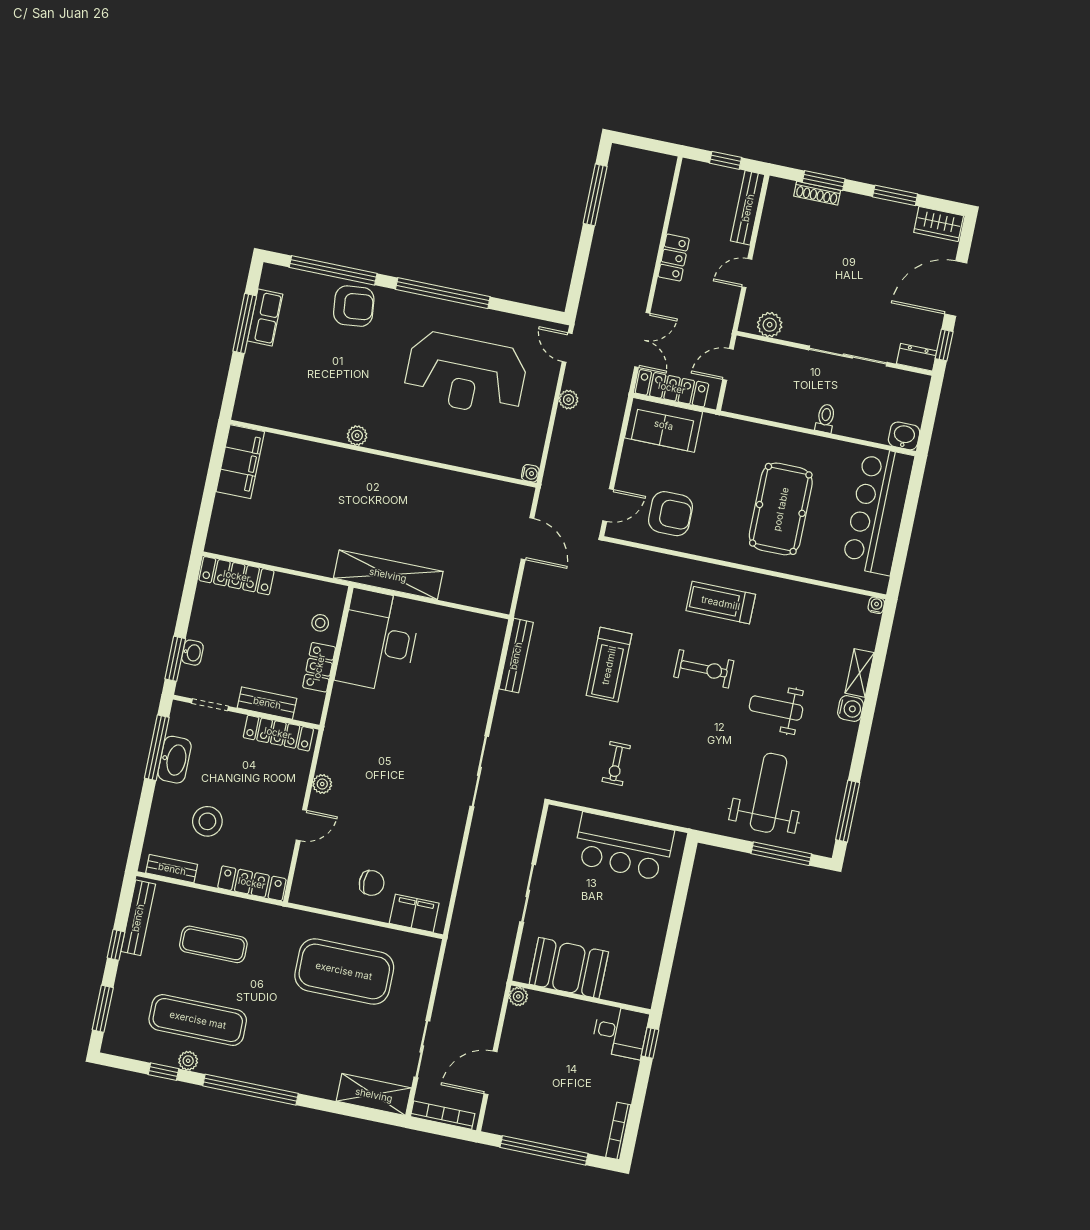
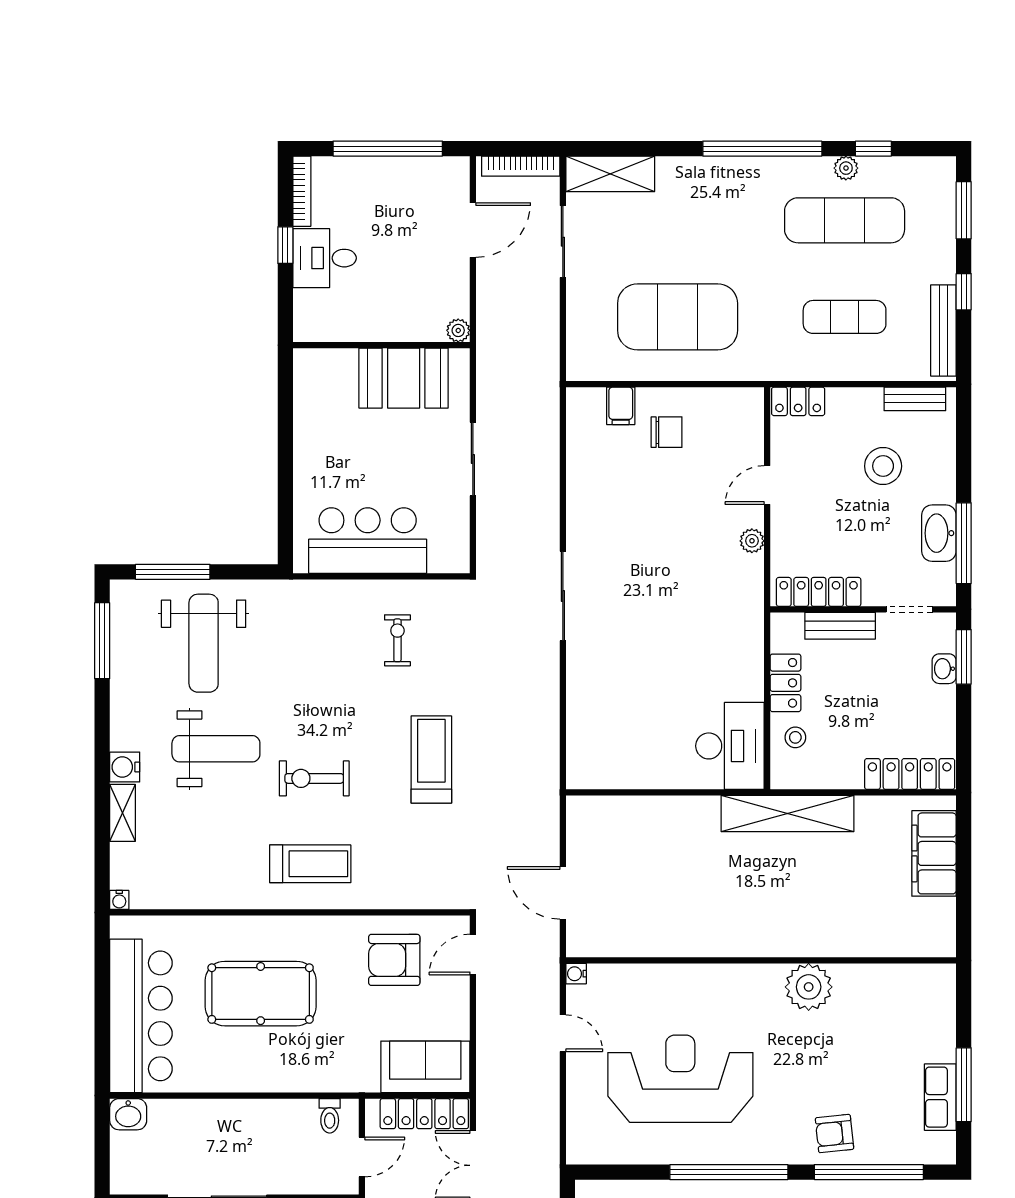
armchair: (354, 306) -> (834, 1134), width x0.72, depth x0.72
door: (567, 348) -> (563, 1033), moved
plant: (569, 400) -> (548, 1074), removed
toilet: (825, 418) -> (330, 1116), moved
plant: (357, 436) -> (809, 987), width x1.88, depth x1.88
filing cabinet: (240, 462) -> (934, 853), moved
pool table: (781, 509) -> (261, 994), turned 90
shelving: (388, 575) -> (787, 814), moved
desk: (378, 641) -> (730, 746), width x0.73, depth x0.77
bench: (516, 656) -> (547, 747), removed
weight bench: (776, 708) -> (216, 749), width x1.36, depth x1.33
locker: (252, 883) -> (798, 401), width x0.66
chair: (372, 883) -> (667, 432), turned 180
filing cabinet: (414, 913) -> (621, 406), width x0.50
desk: (620, 1032) -> (325, 258), moved
window: (650, 1043) -> (285, 245), moved

